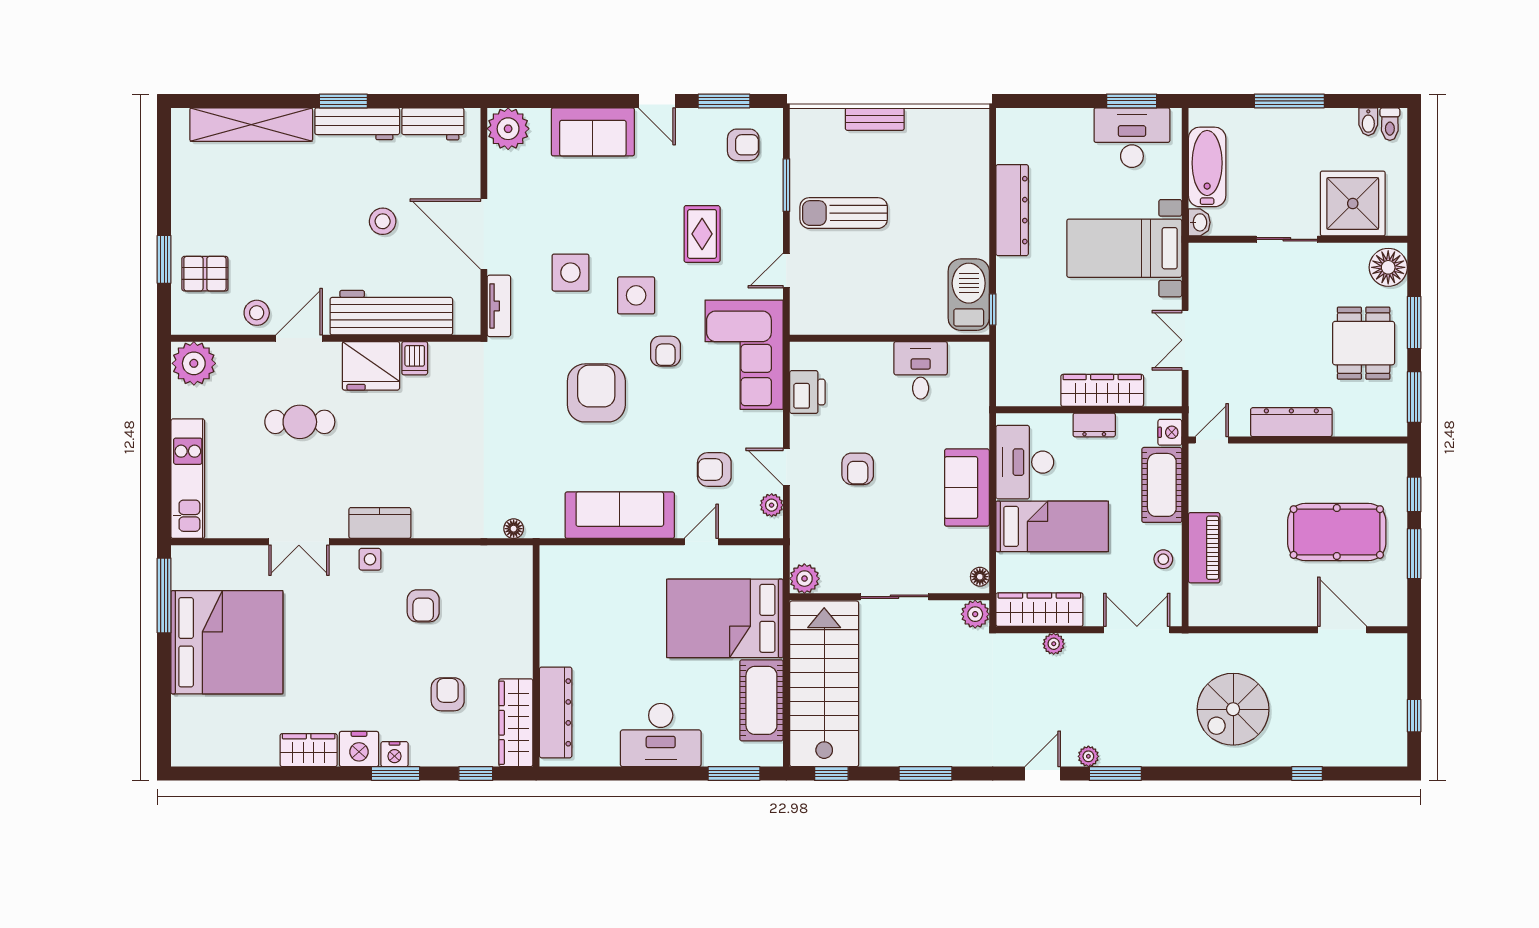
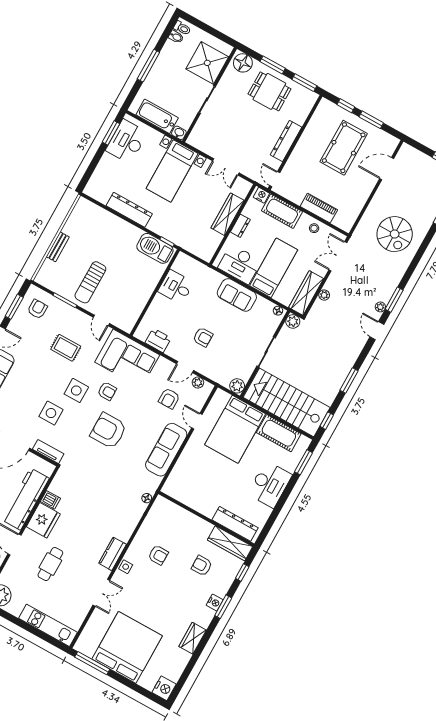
nightstand: (359, 749) -> (164, 688), moved

